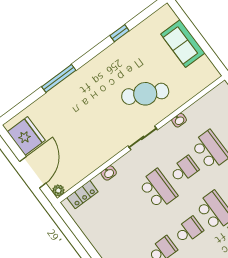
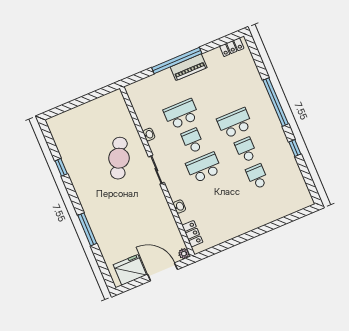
sofa: (183, 43) -> (84, 115), removed

